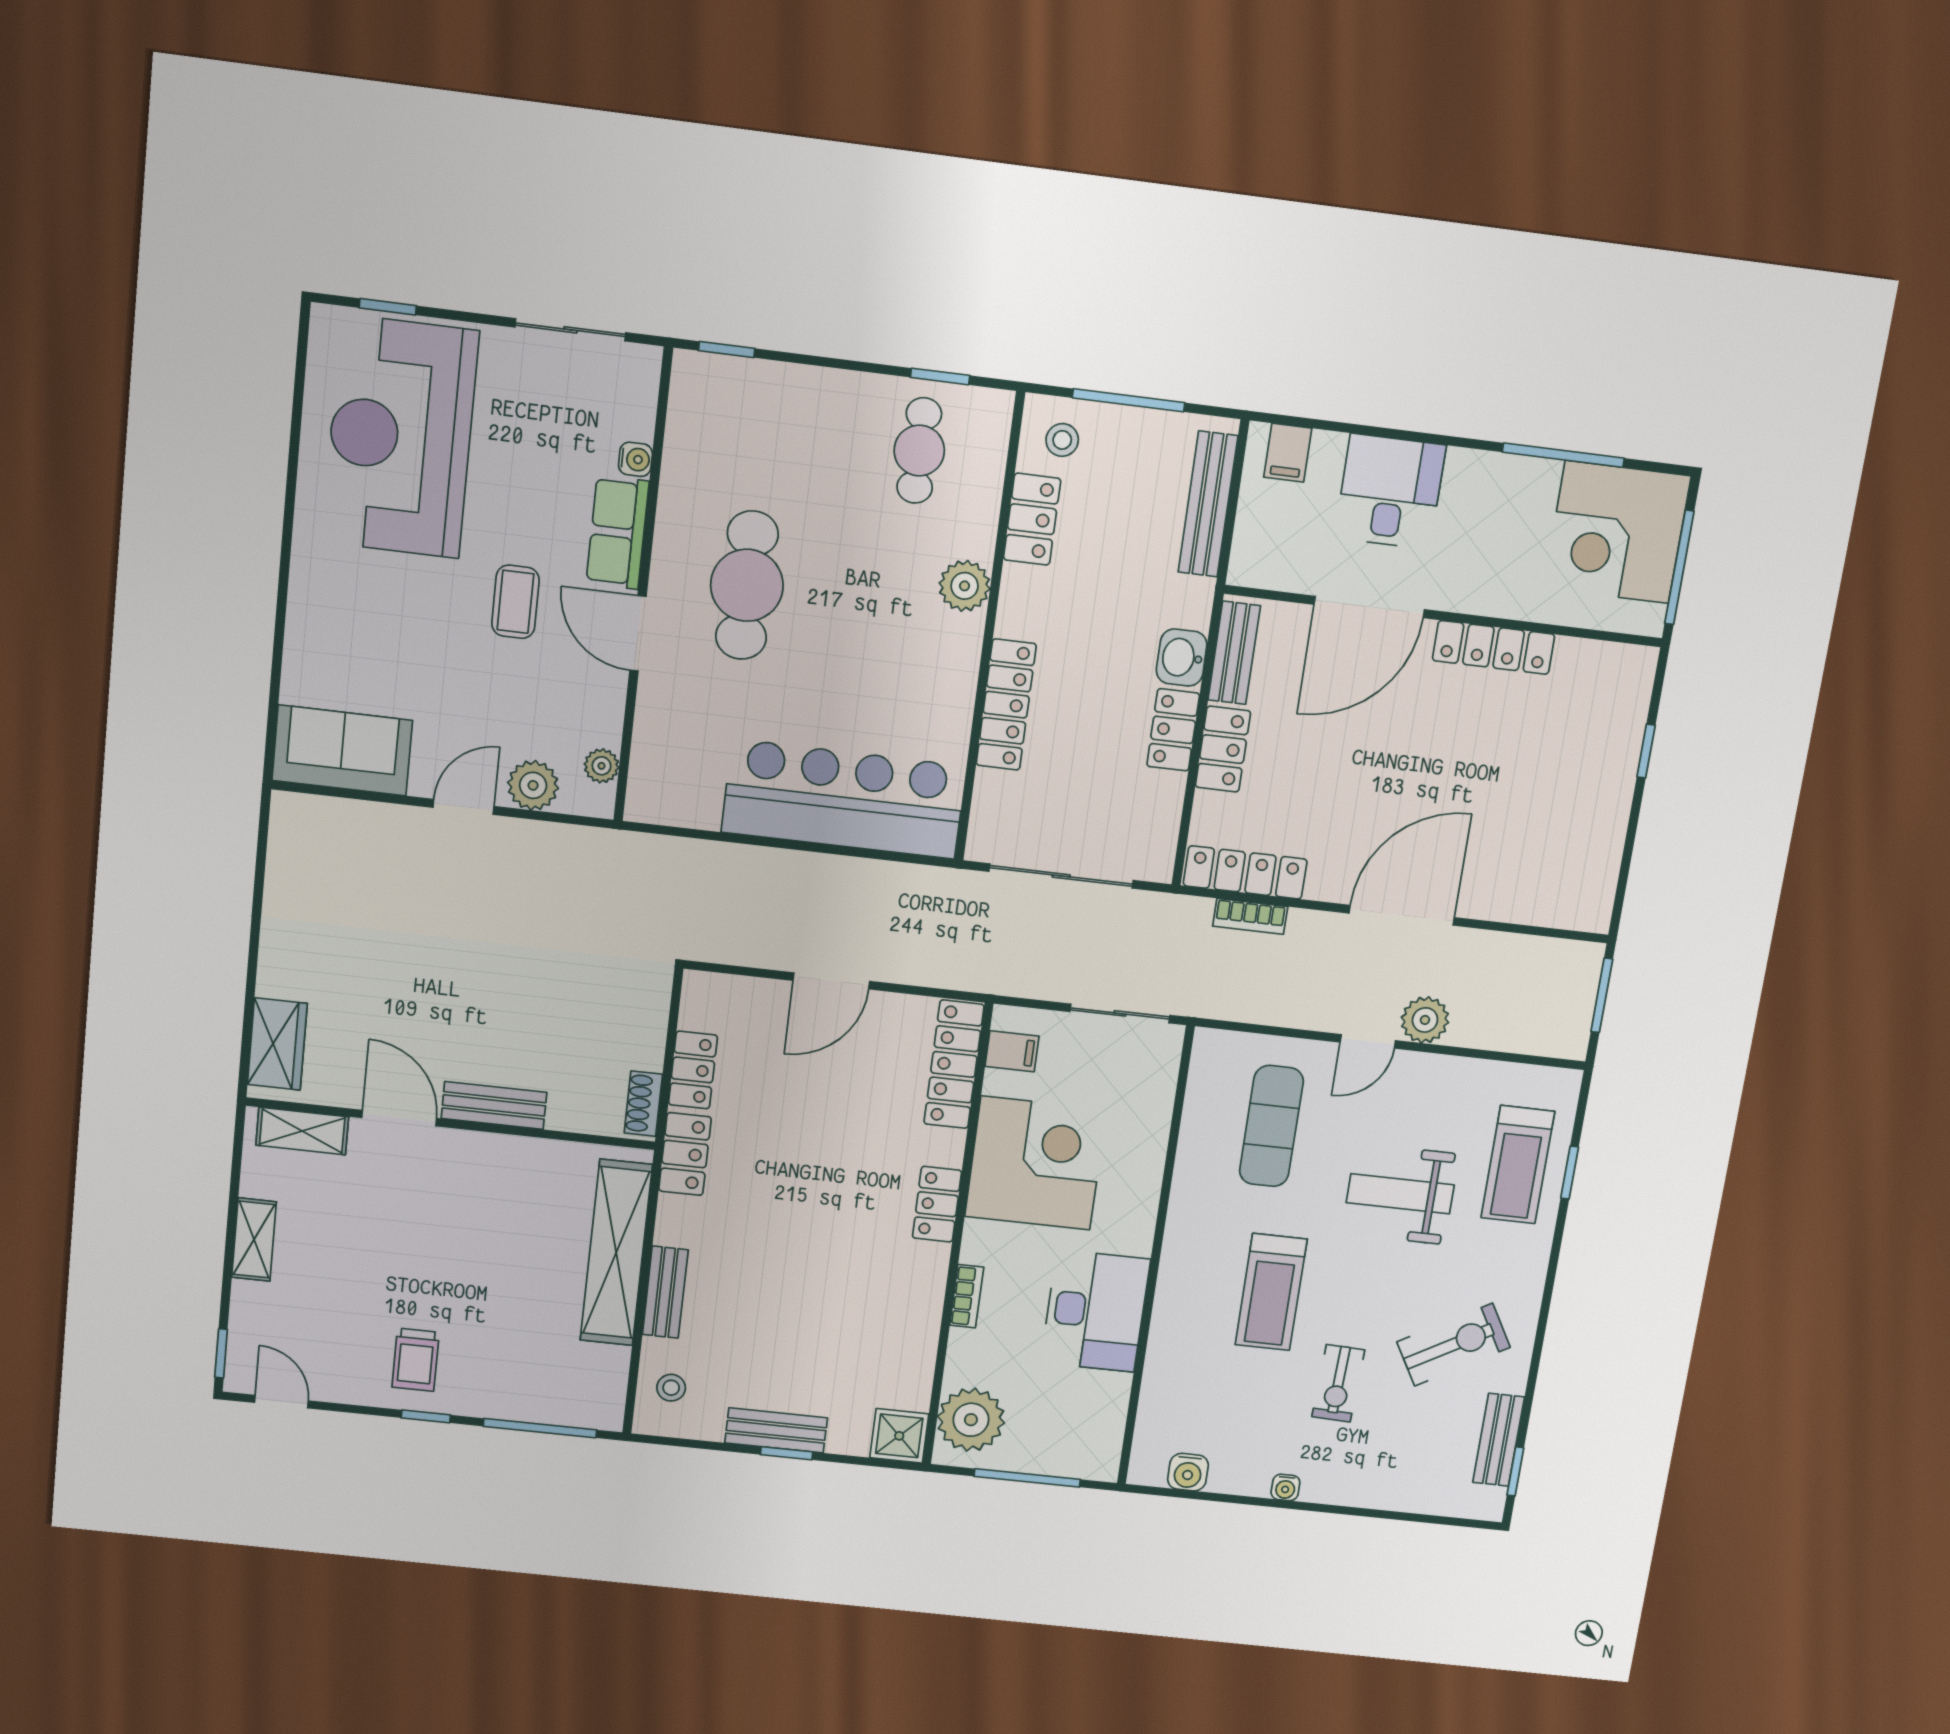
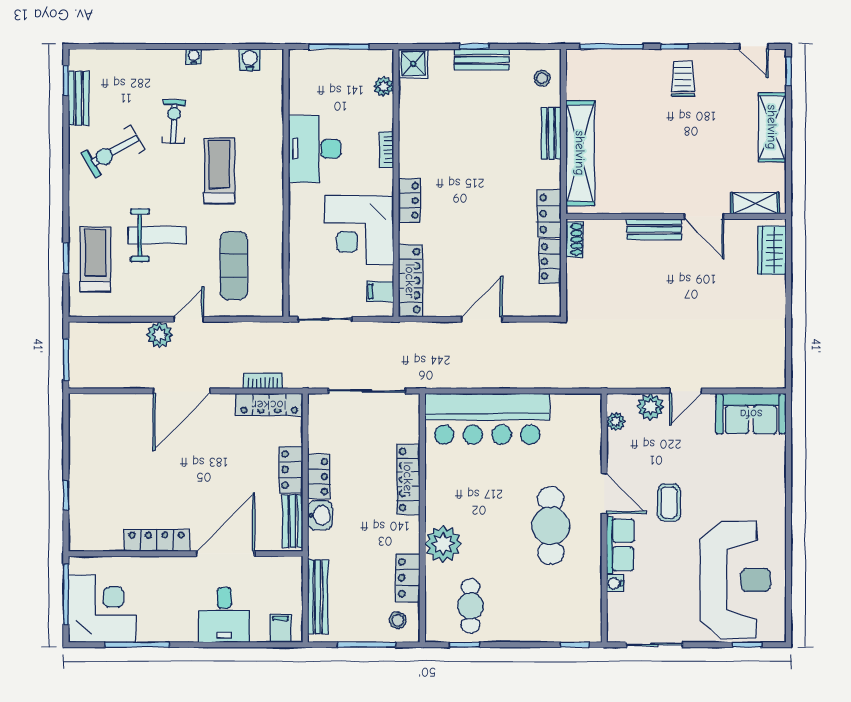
plant: (965, 586) -> (443, 544), width x1.36, depth x1.36
shelving: (254, 1240) -> (772, 127), width x1.50, depth x1.33
plant: (971, 1420) -> (384, 86), width x0.53, depth x0.53

